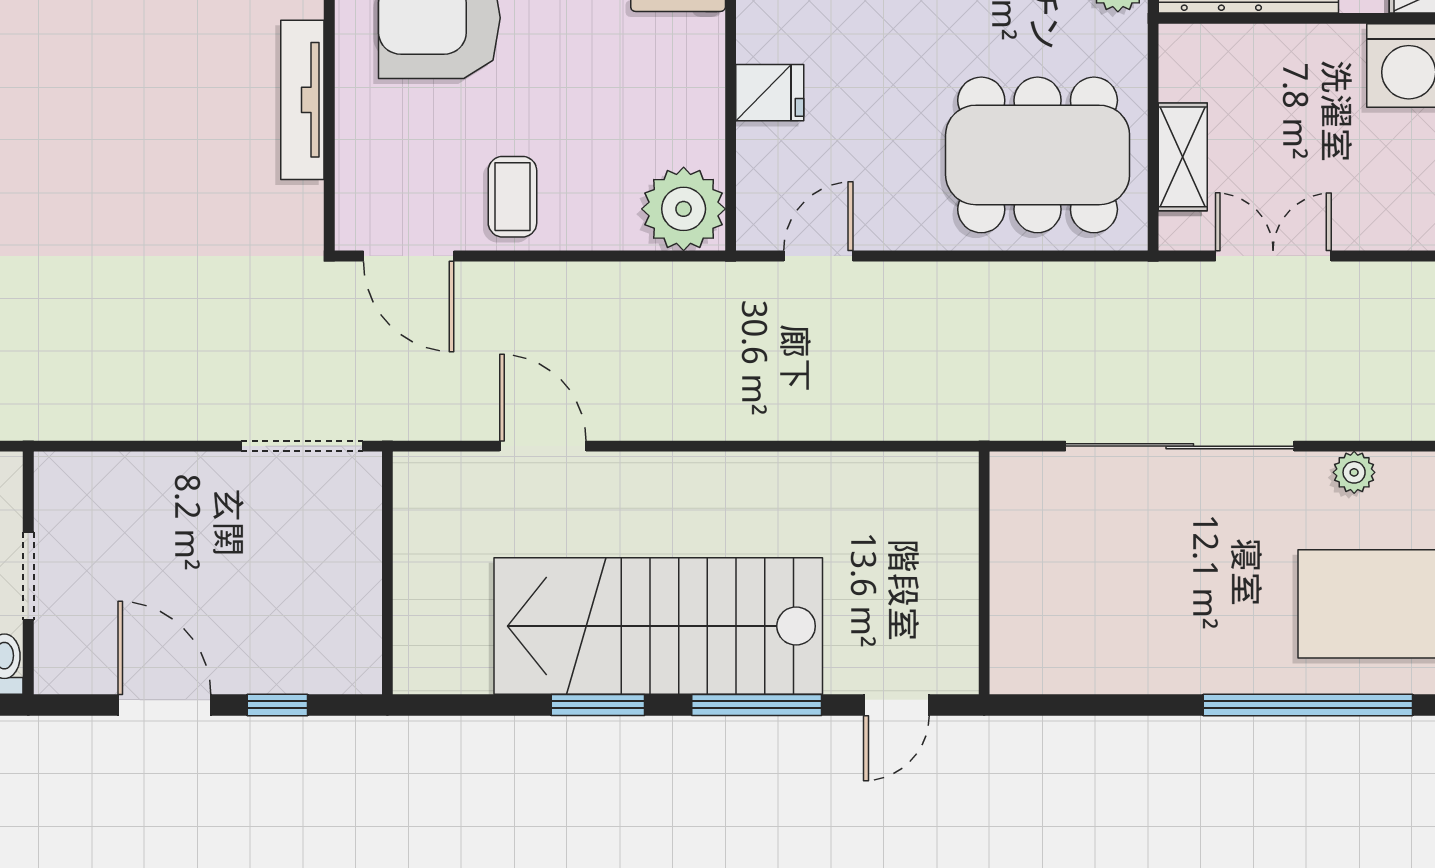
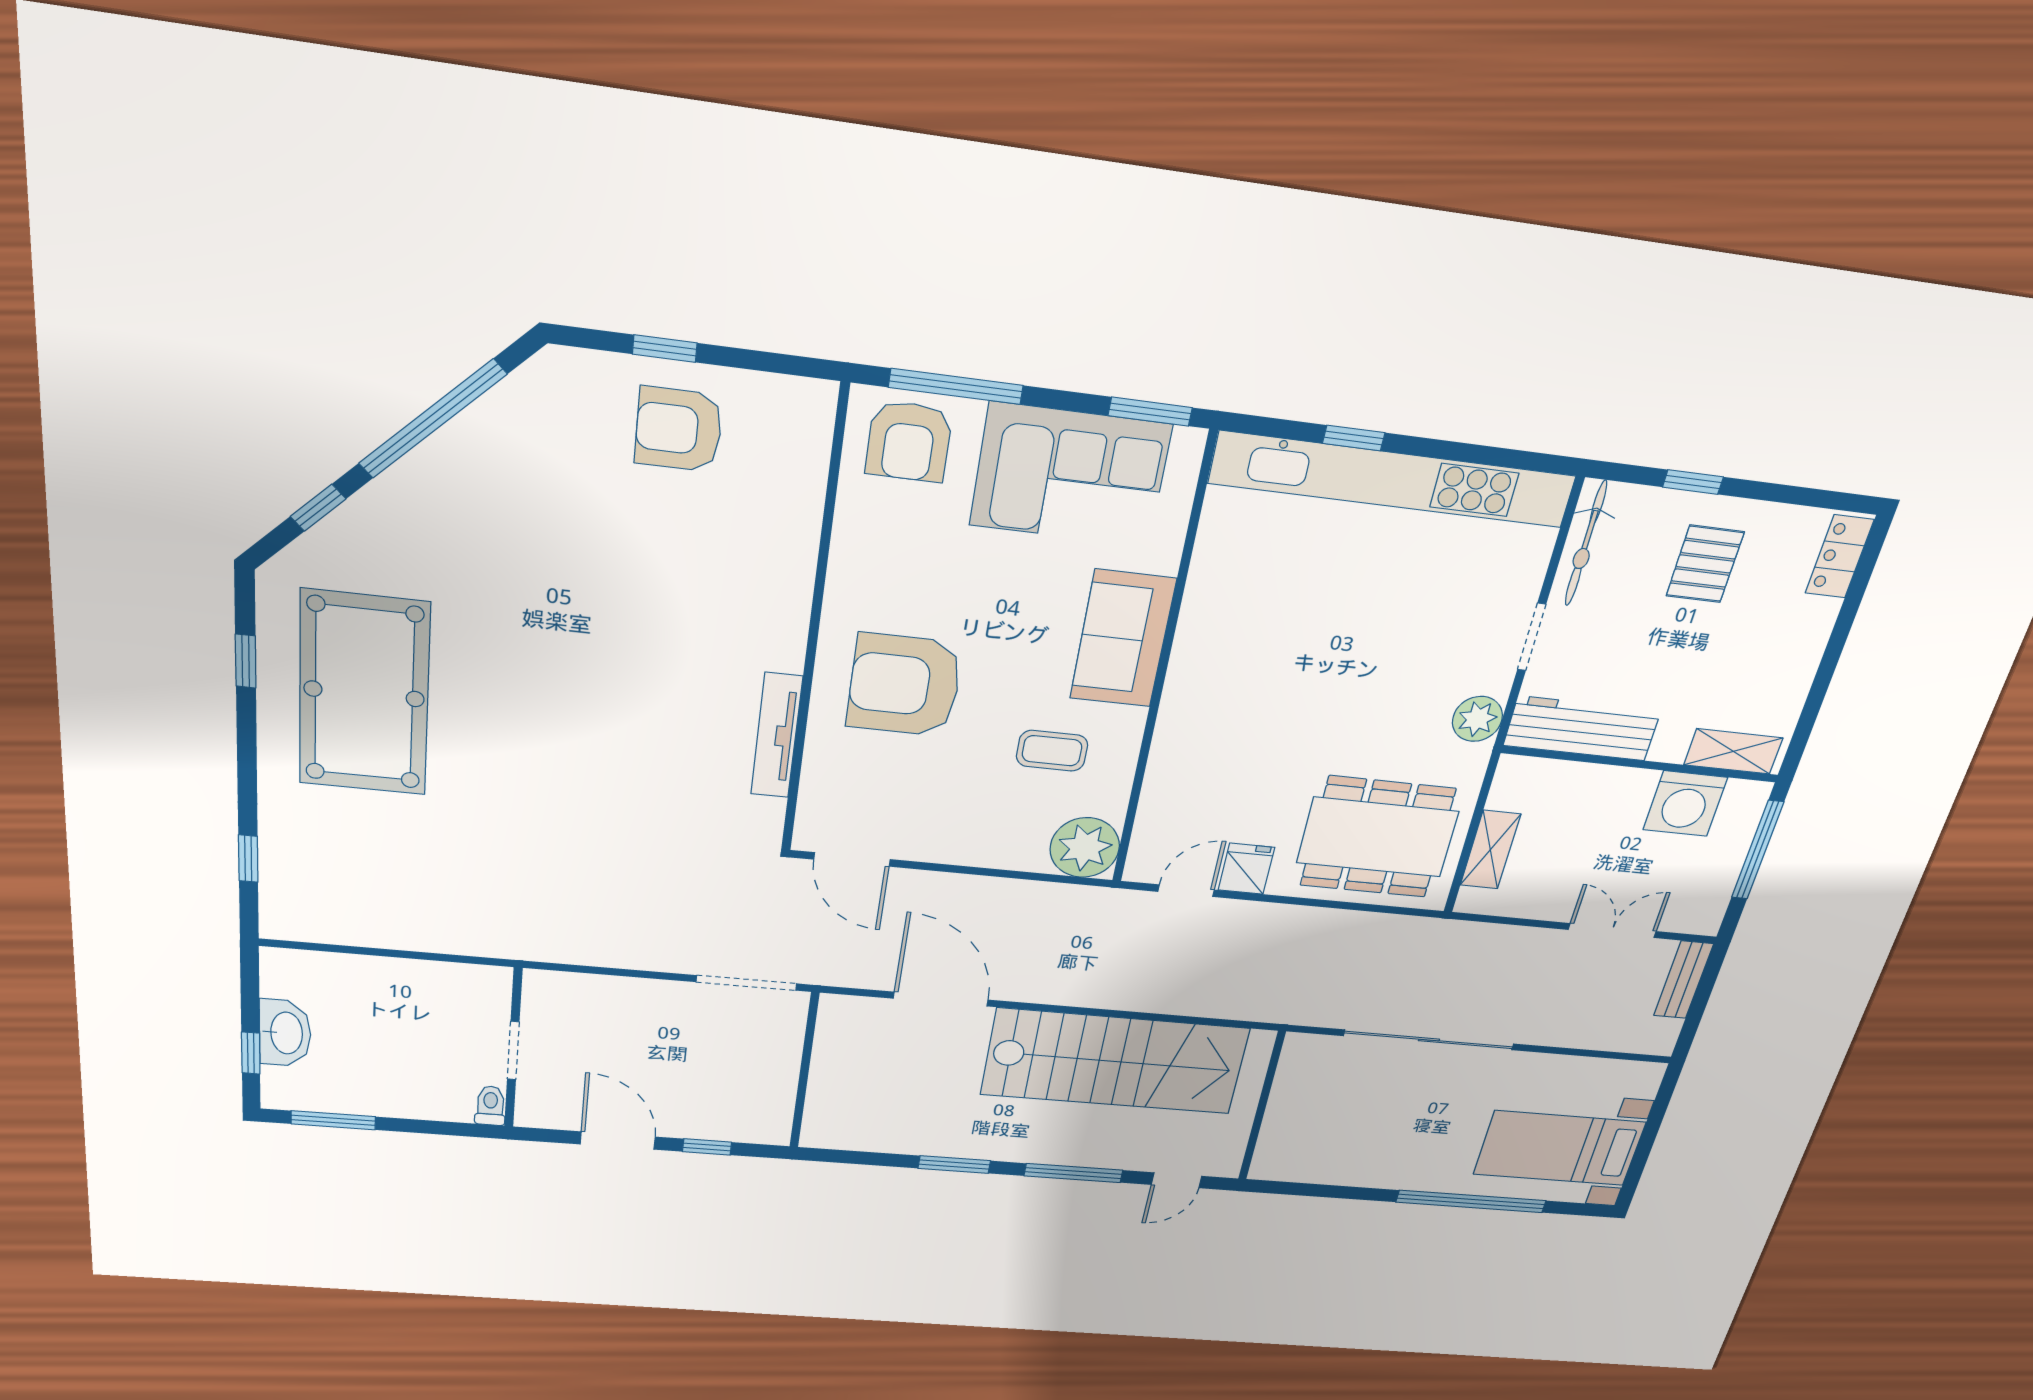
fridge: (770, 93) -> (1246, 869), moved, turned -90
coffee table: (512, 197) -> (1052, 751), moved, turned 90
double door: (1273, 256) -> (1612, 931), moved
door: (543, 446) -> (941, 999), width x1.36
plant: (1354, 472) -> (1551, 1067), removed
stairs: (658, 626) -> (1115, 1061), moved, turned 180

